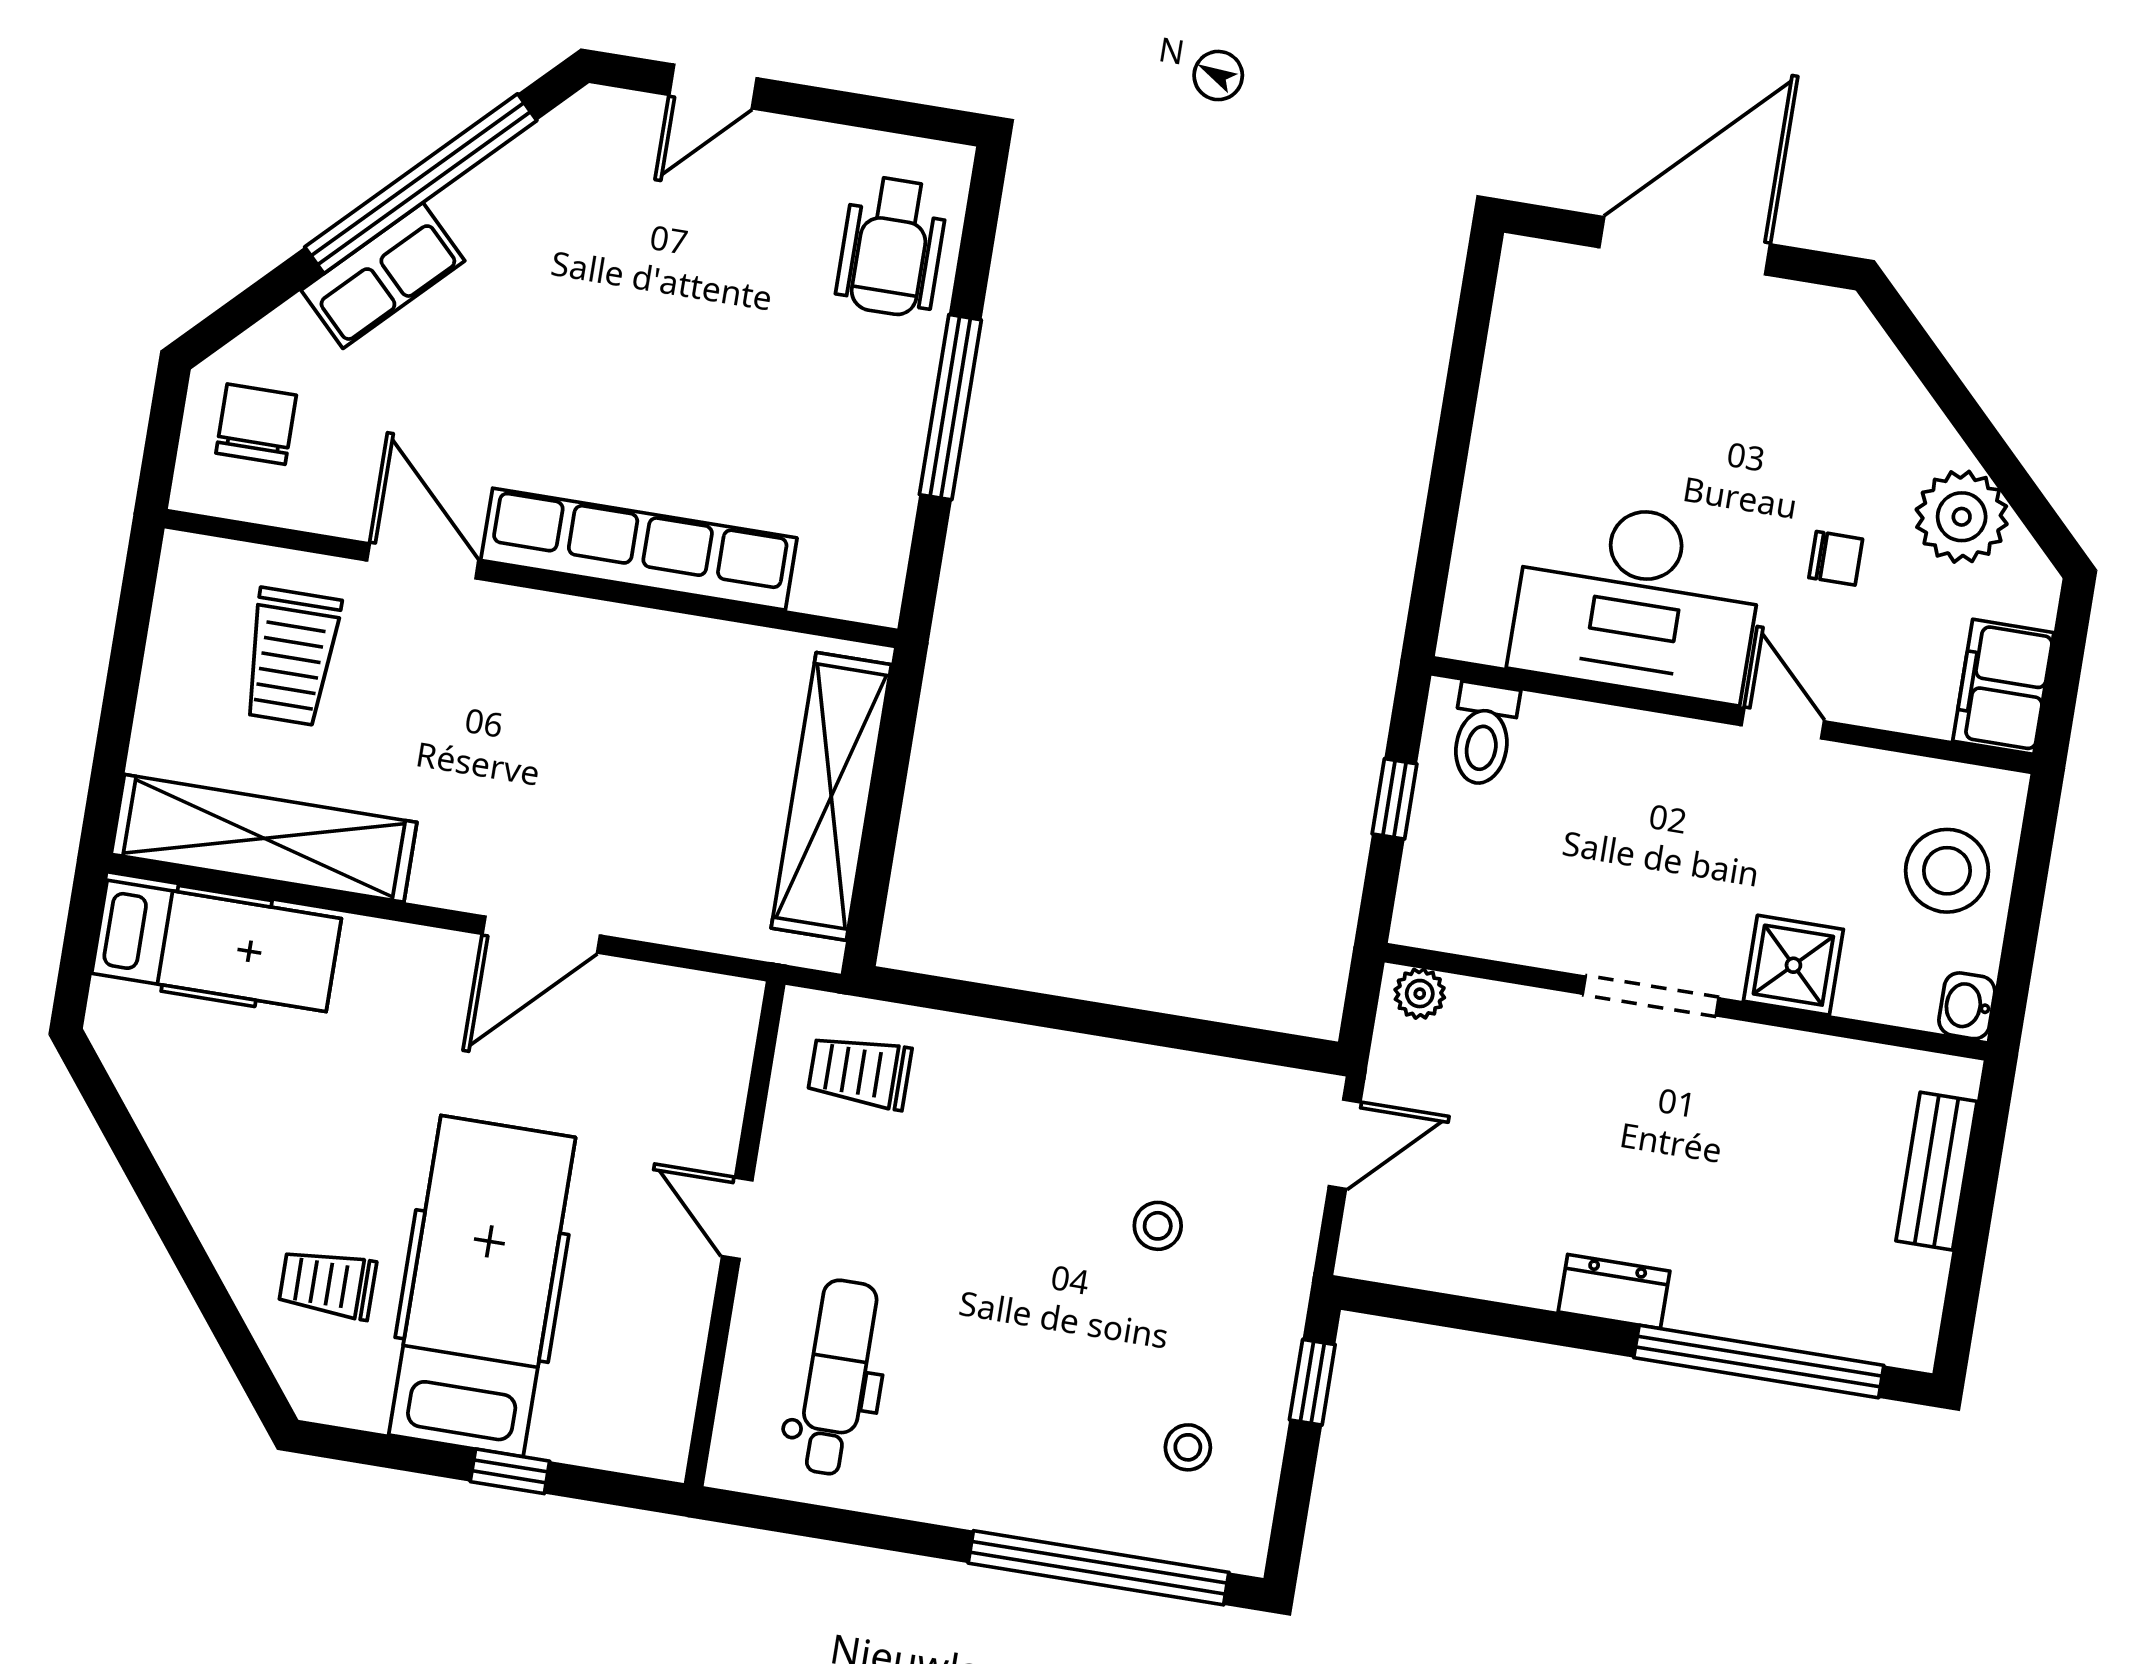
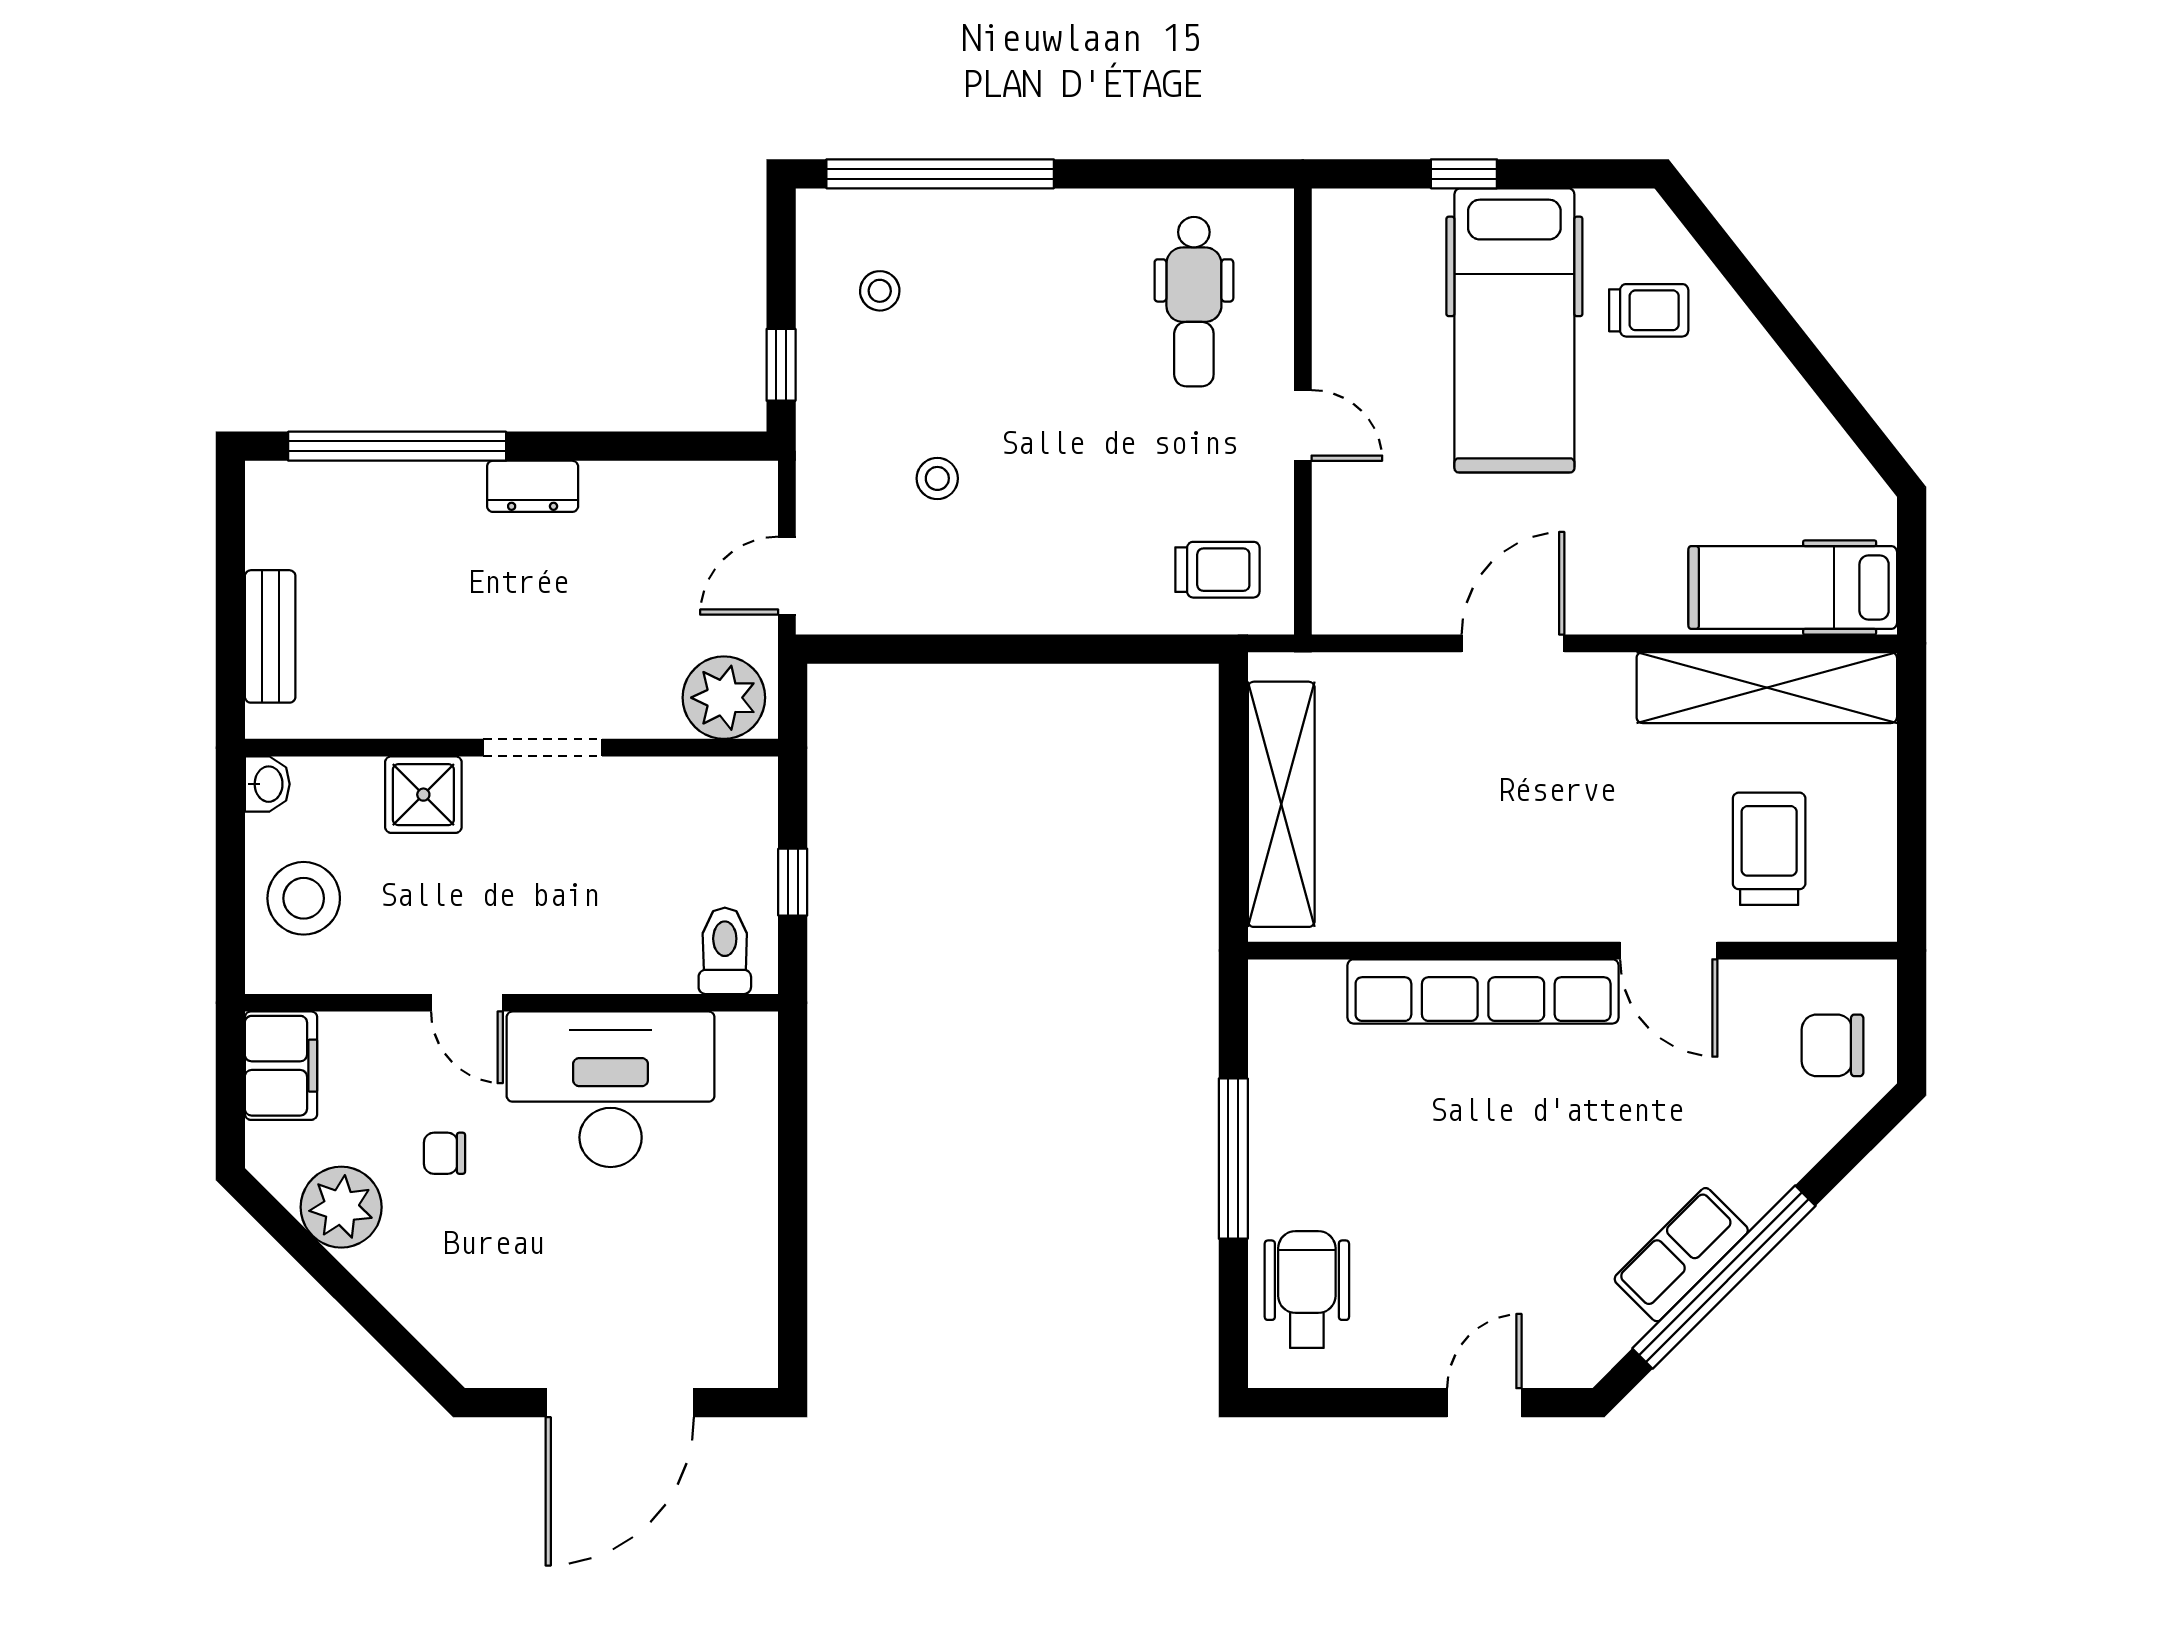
row of seats: (383, 276) -> (1681, 1255), moved
chair: (256, 424) -> (1832, 1045), turned 90
plant: (1420, 994) -> (724, 698), width x1.88, depth x1.88

